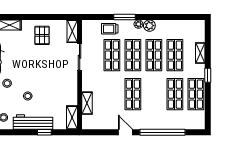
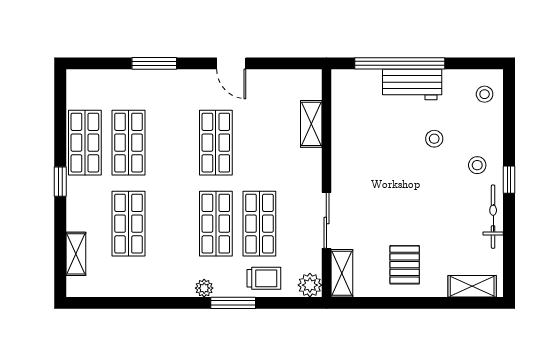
plant: (149, 26) -> (310, 285), moved
shelving: (200, 53) -> (76, 254), moved
shop shelf: (154, 55) -> (172, 224), removed
shelving: (72, 118) -> (342, 94), removed
workbench: (33, 122) -> (412, 84), width x0.73
window: (44, 132) -> (400, 63), width x3.17
window: (162, 132) -> (154, 63), width x0.47

